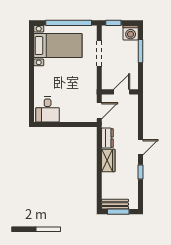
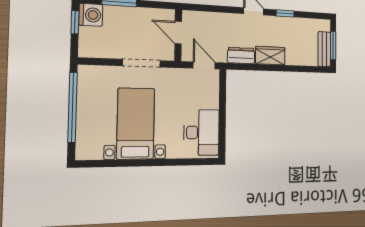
window: (113, 23) -> (75, 22), moved
bed with nightstands: (58, 46) -> (136, 124), moved
doorway: (99, 54) -> (141, 63), moved
desk: (48, 110) -> (202, 132), width x1.37

